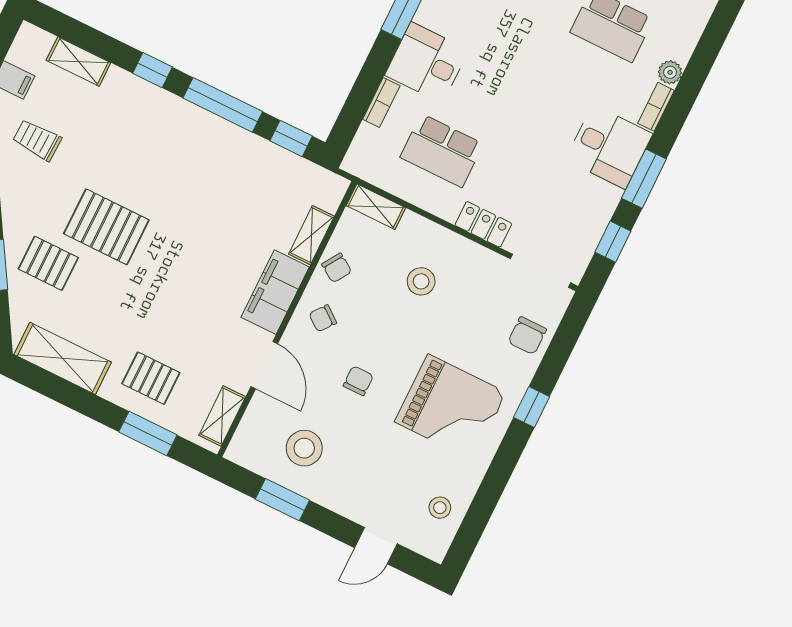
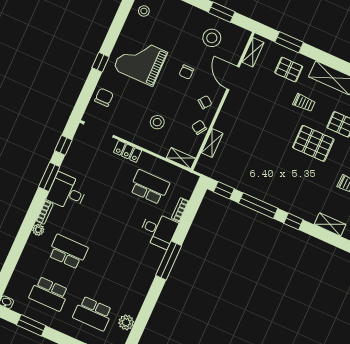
filing cabinet: (275, 292) -> (229, 114), removed
trolley: (122, 310) -> (304, 103), added

